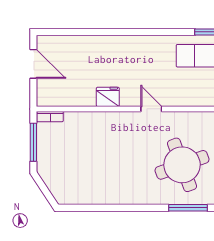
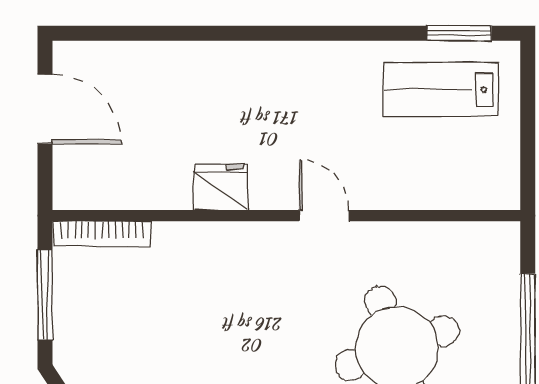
bookcase: (50, 117) -> (102, 234), width x1.56

